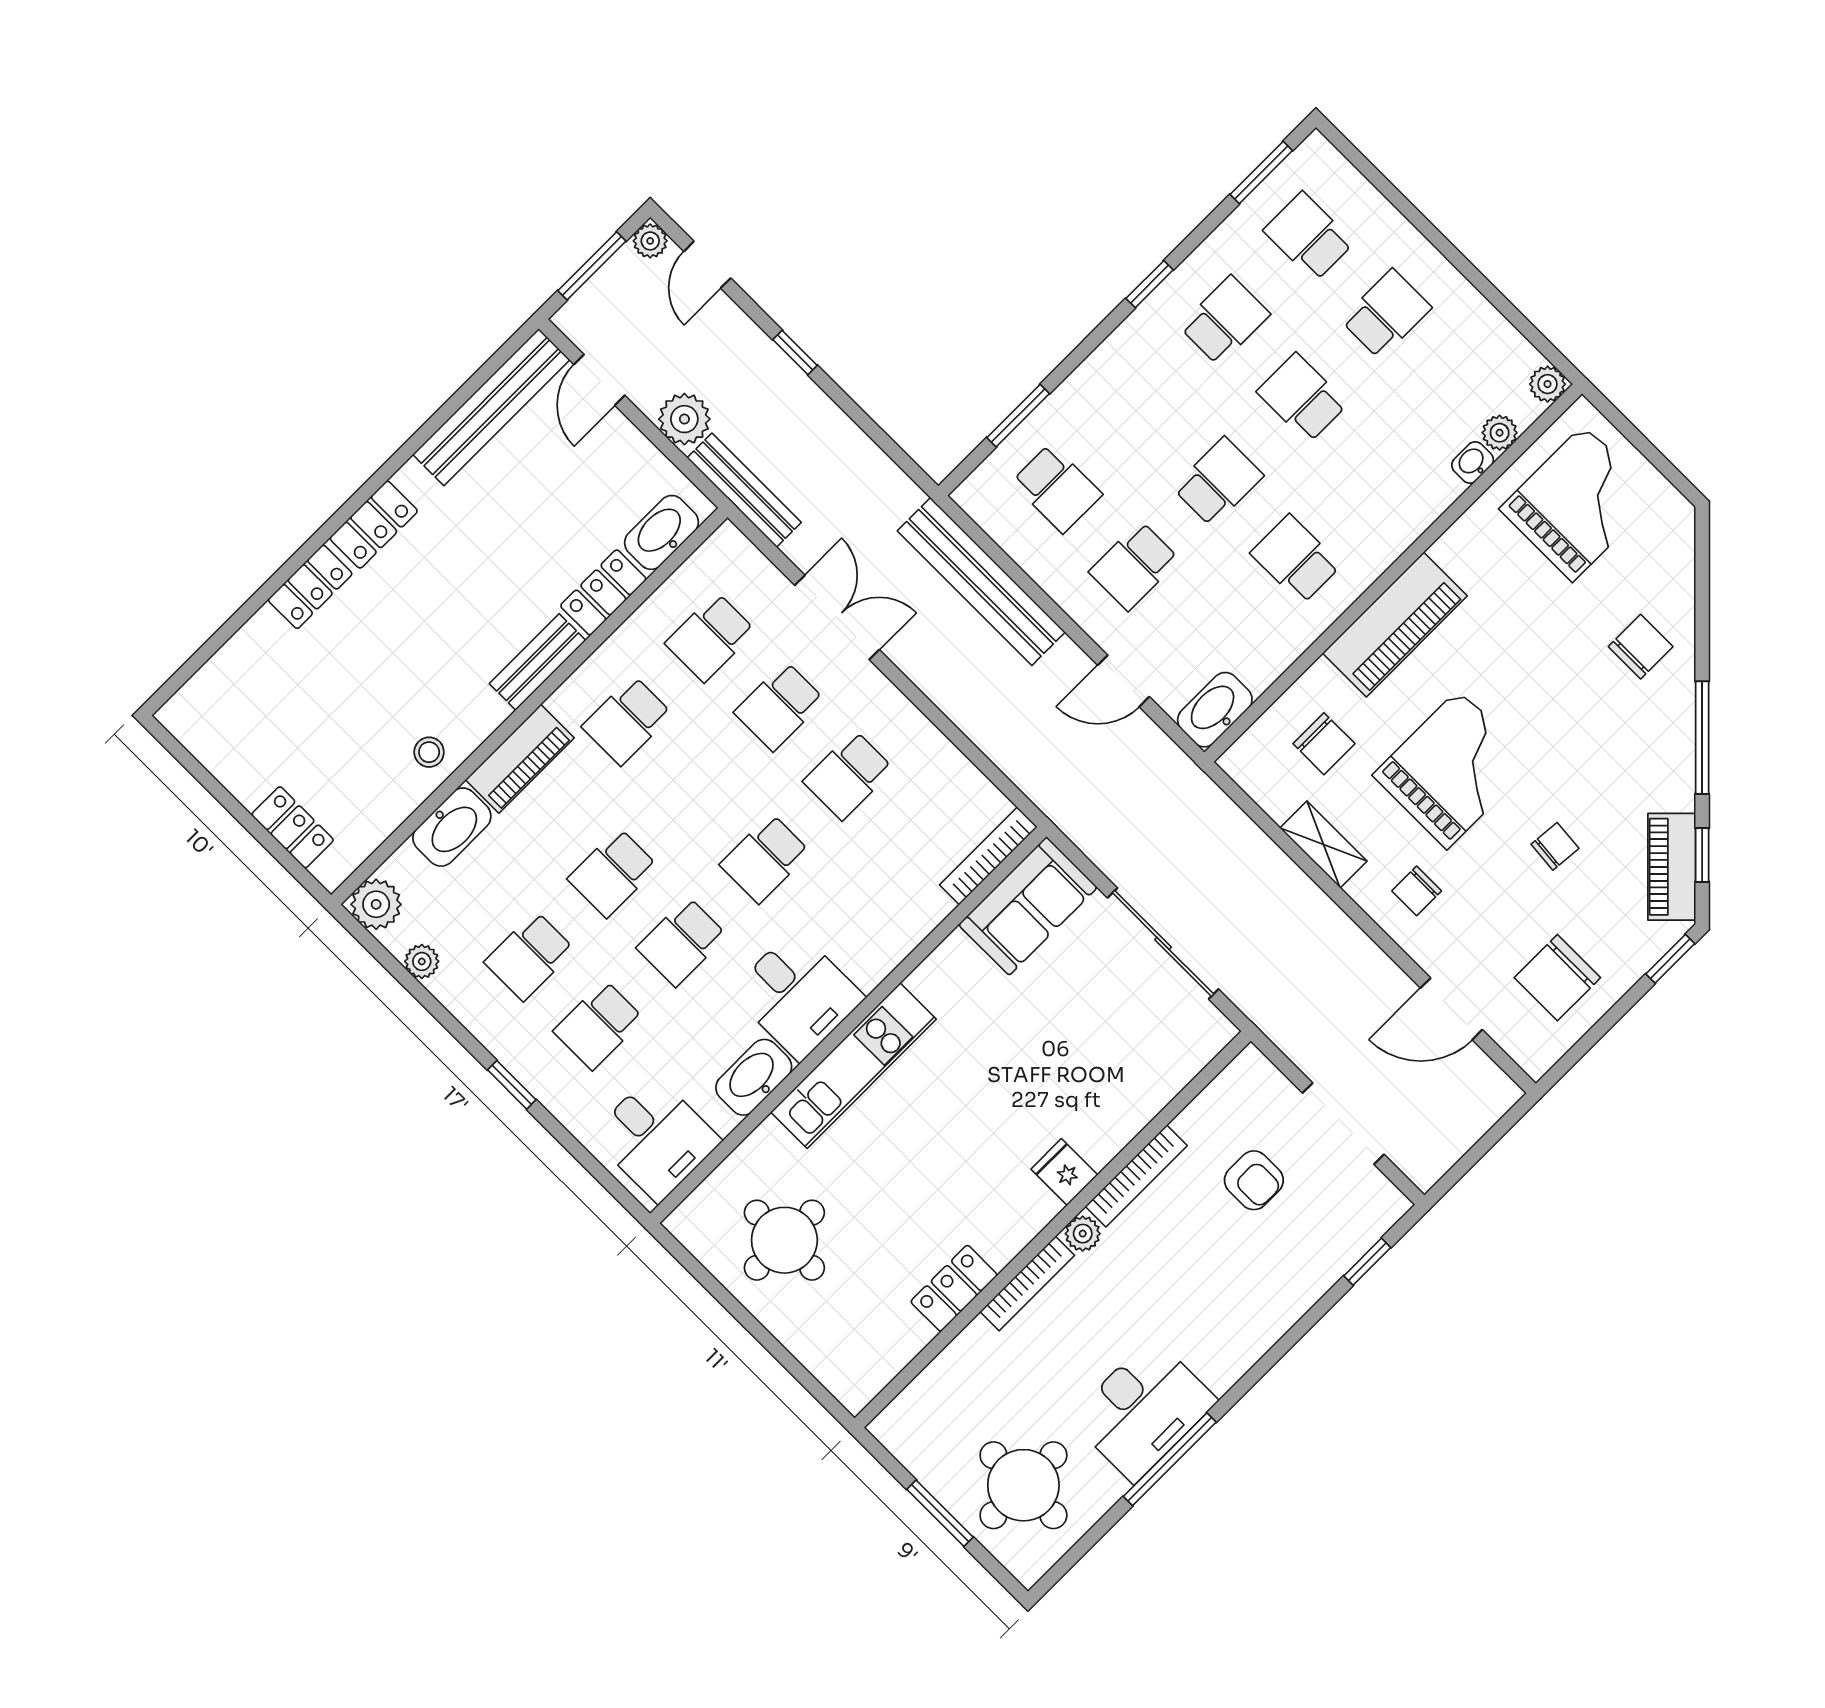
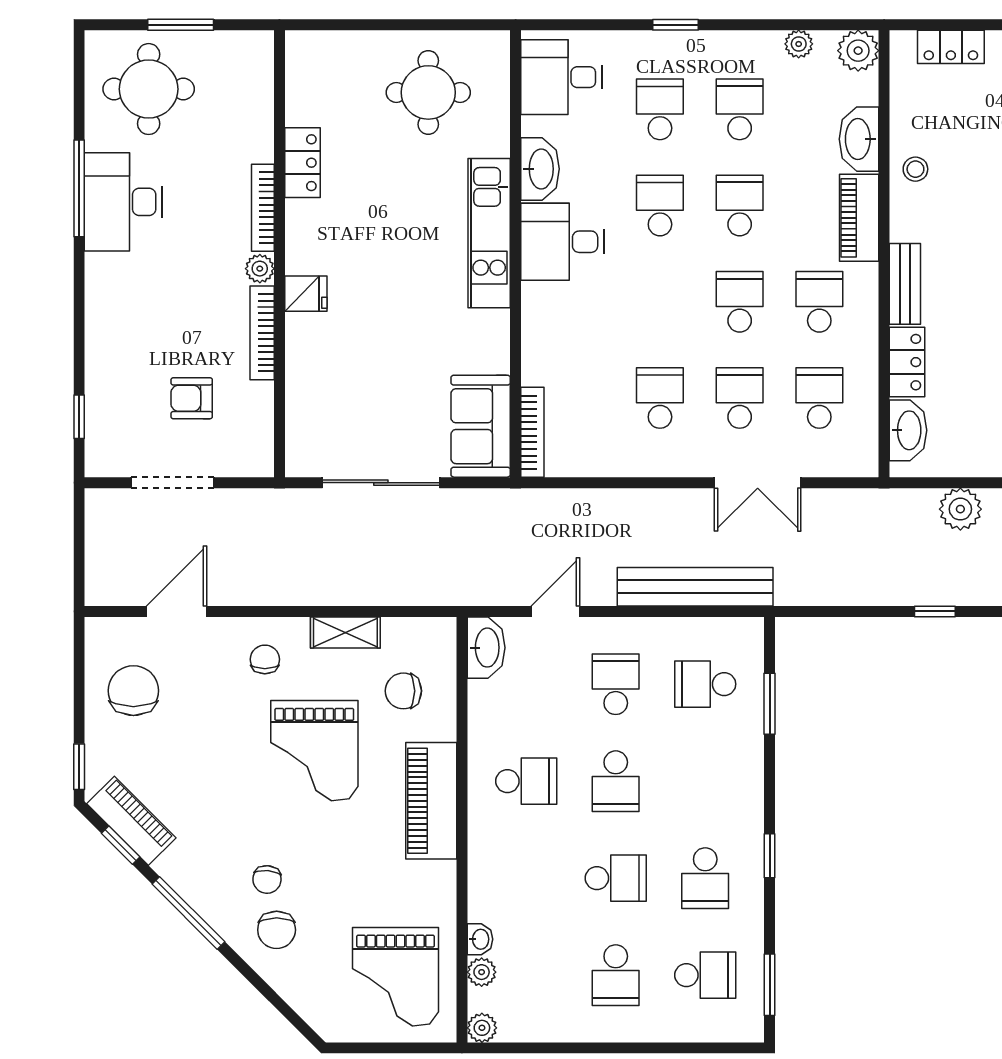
bench: (744, 490) -> (885, 502), removed
chair: (1555, 846) -> (267, 879), moved
school desk: (765, 858) -> (740, 302), moved

